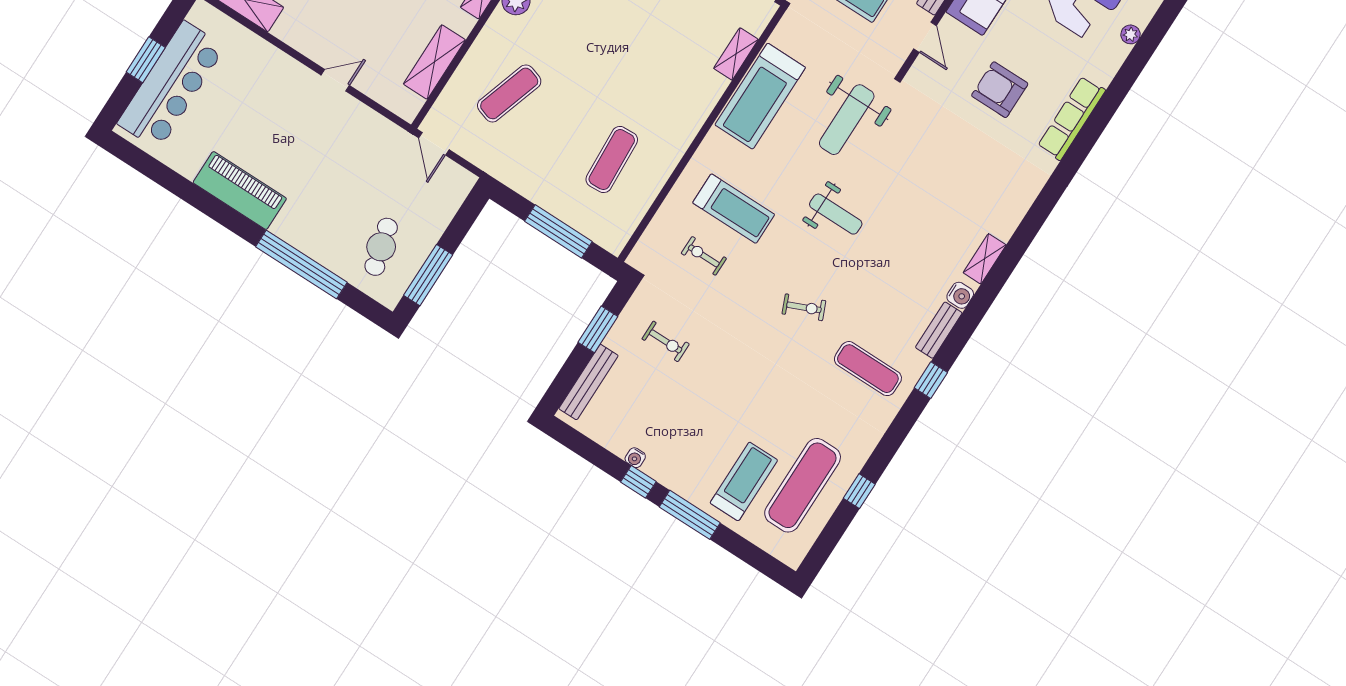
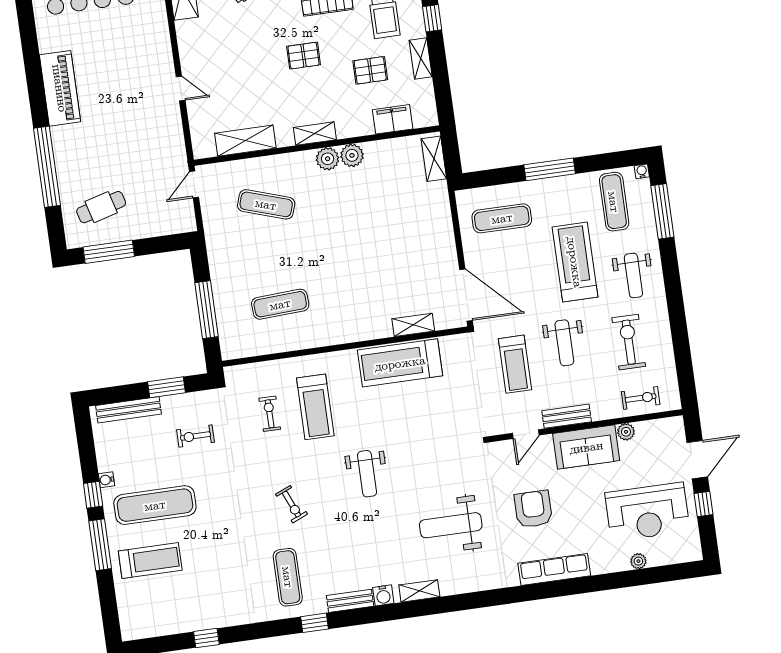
weight bench: (847, 120) -> (451, 525), moved
exercise bike: (666, 341) -> (196, 436), turned 90
exercise mat: (803, 485) -> (155, 505), moved

